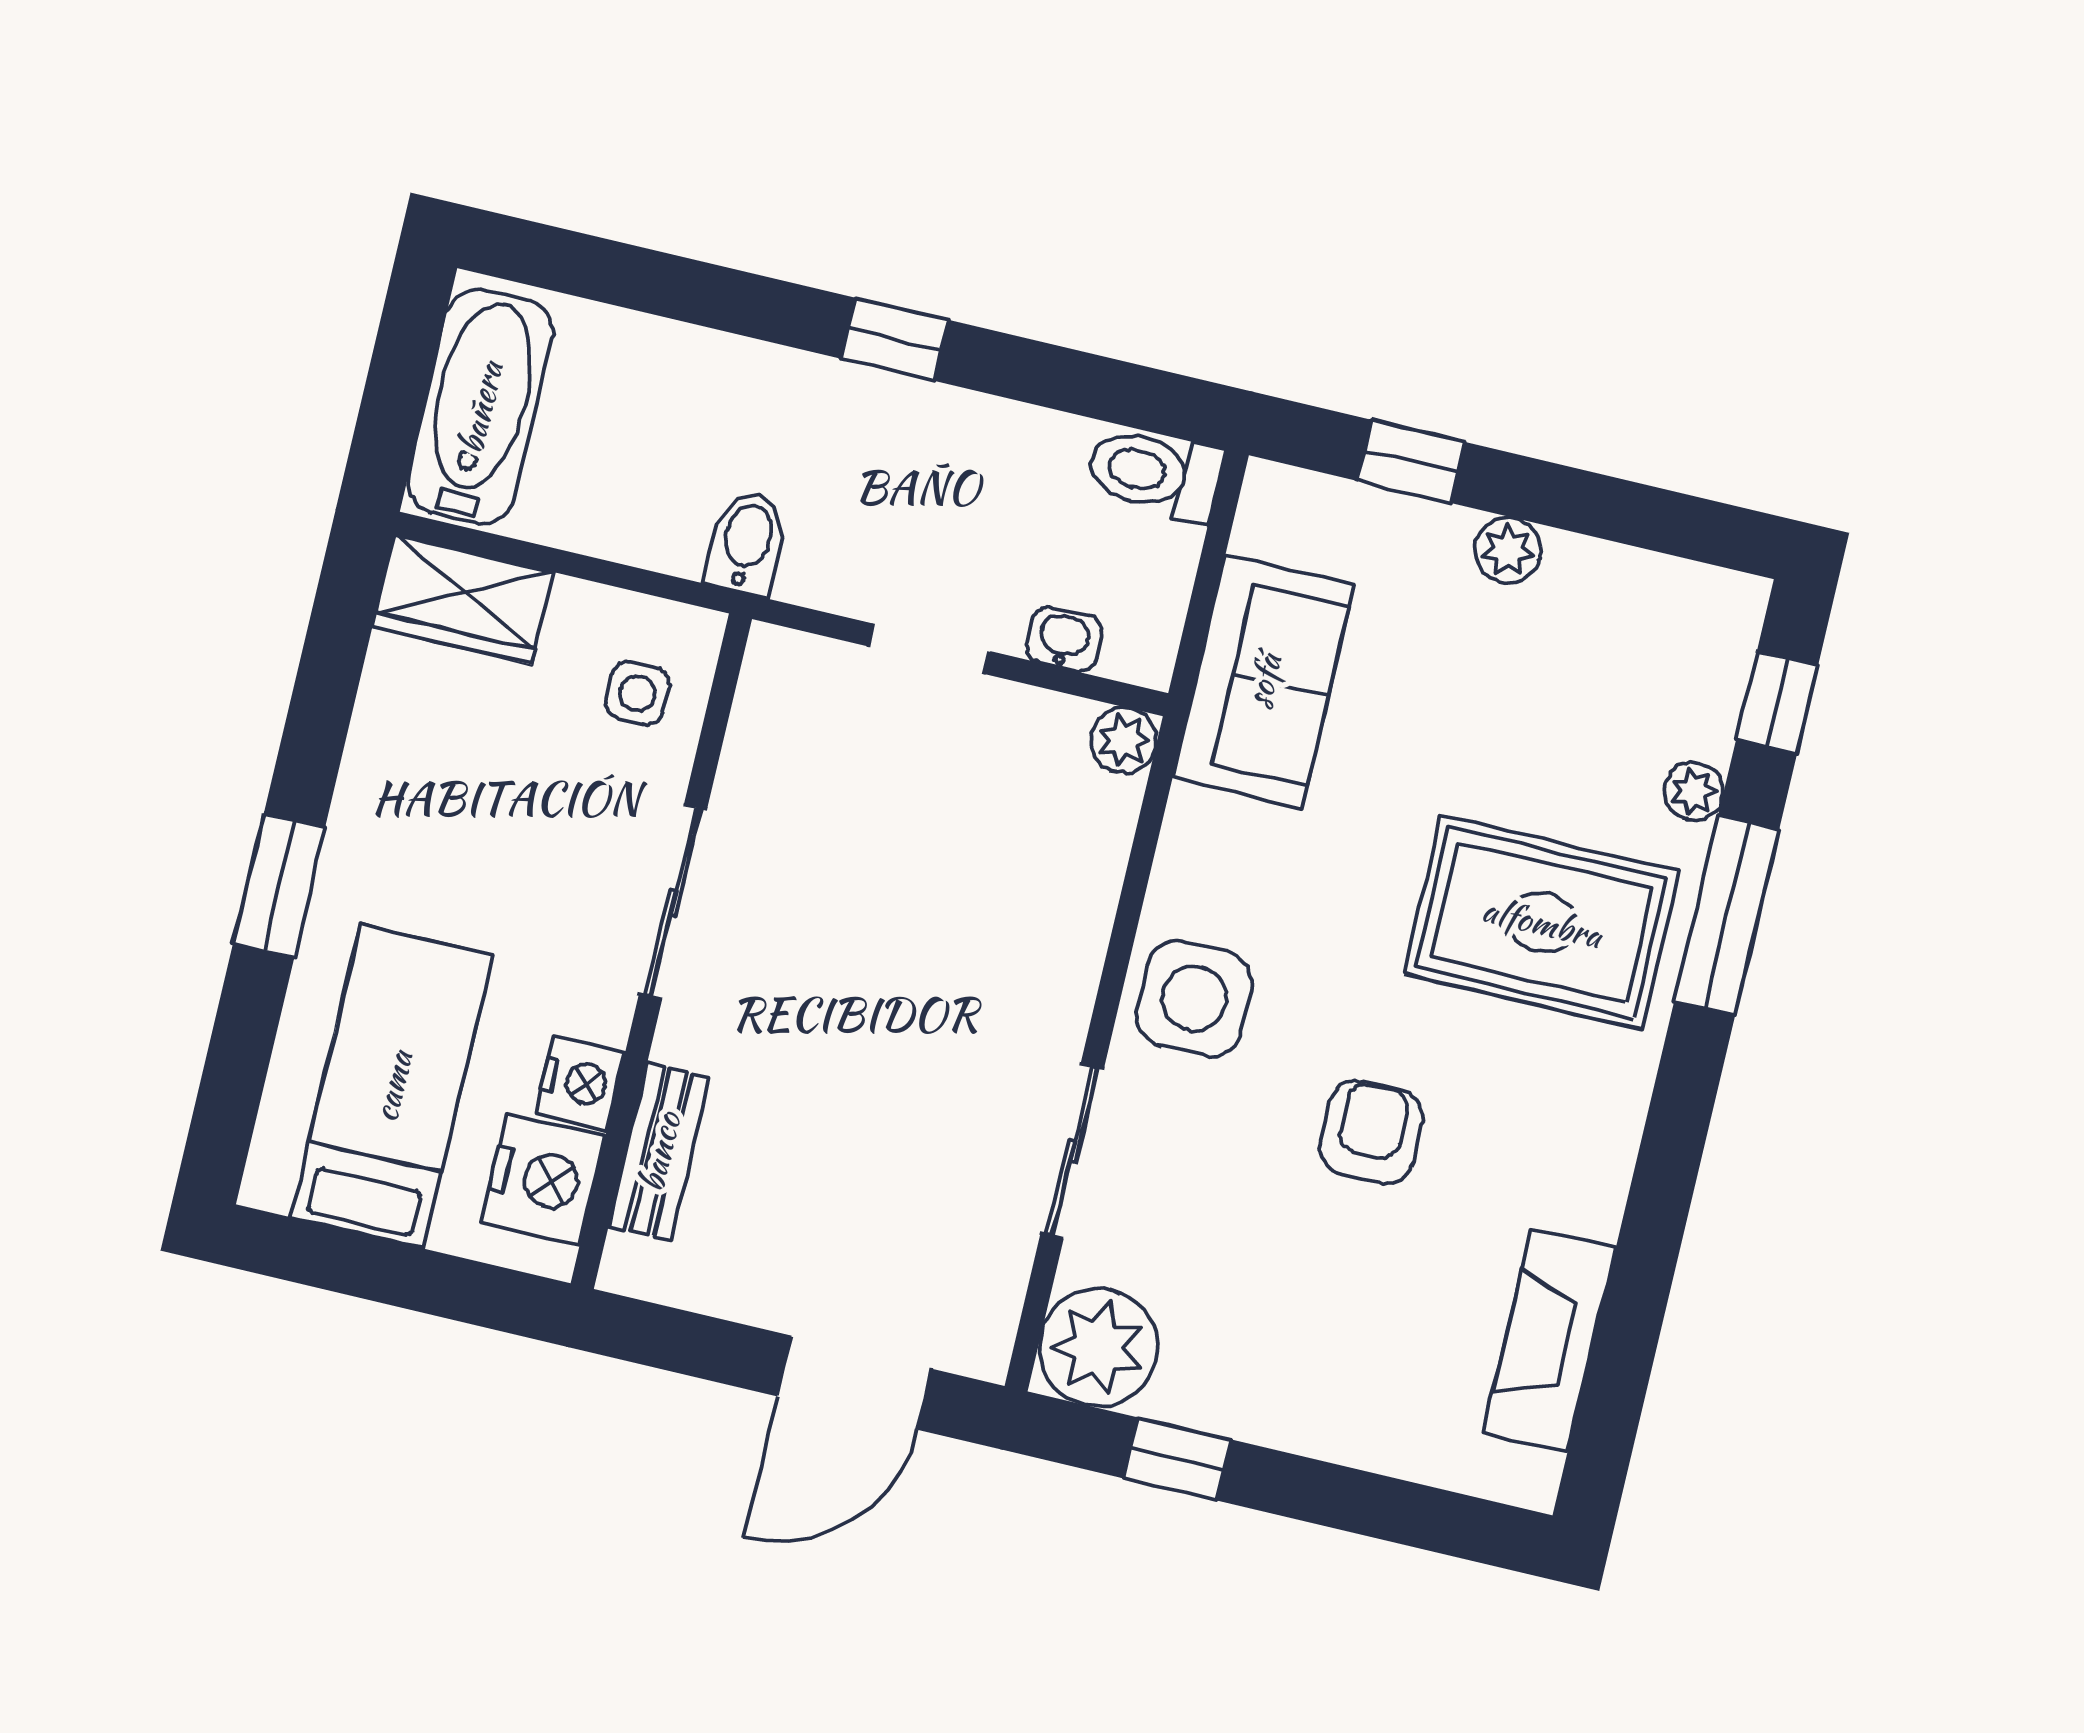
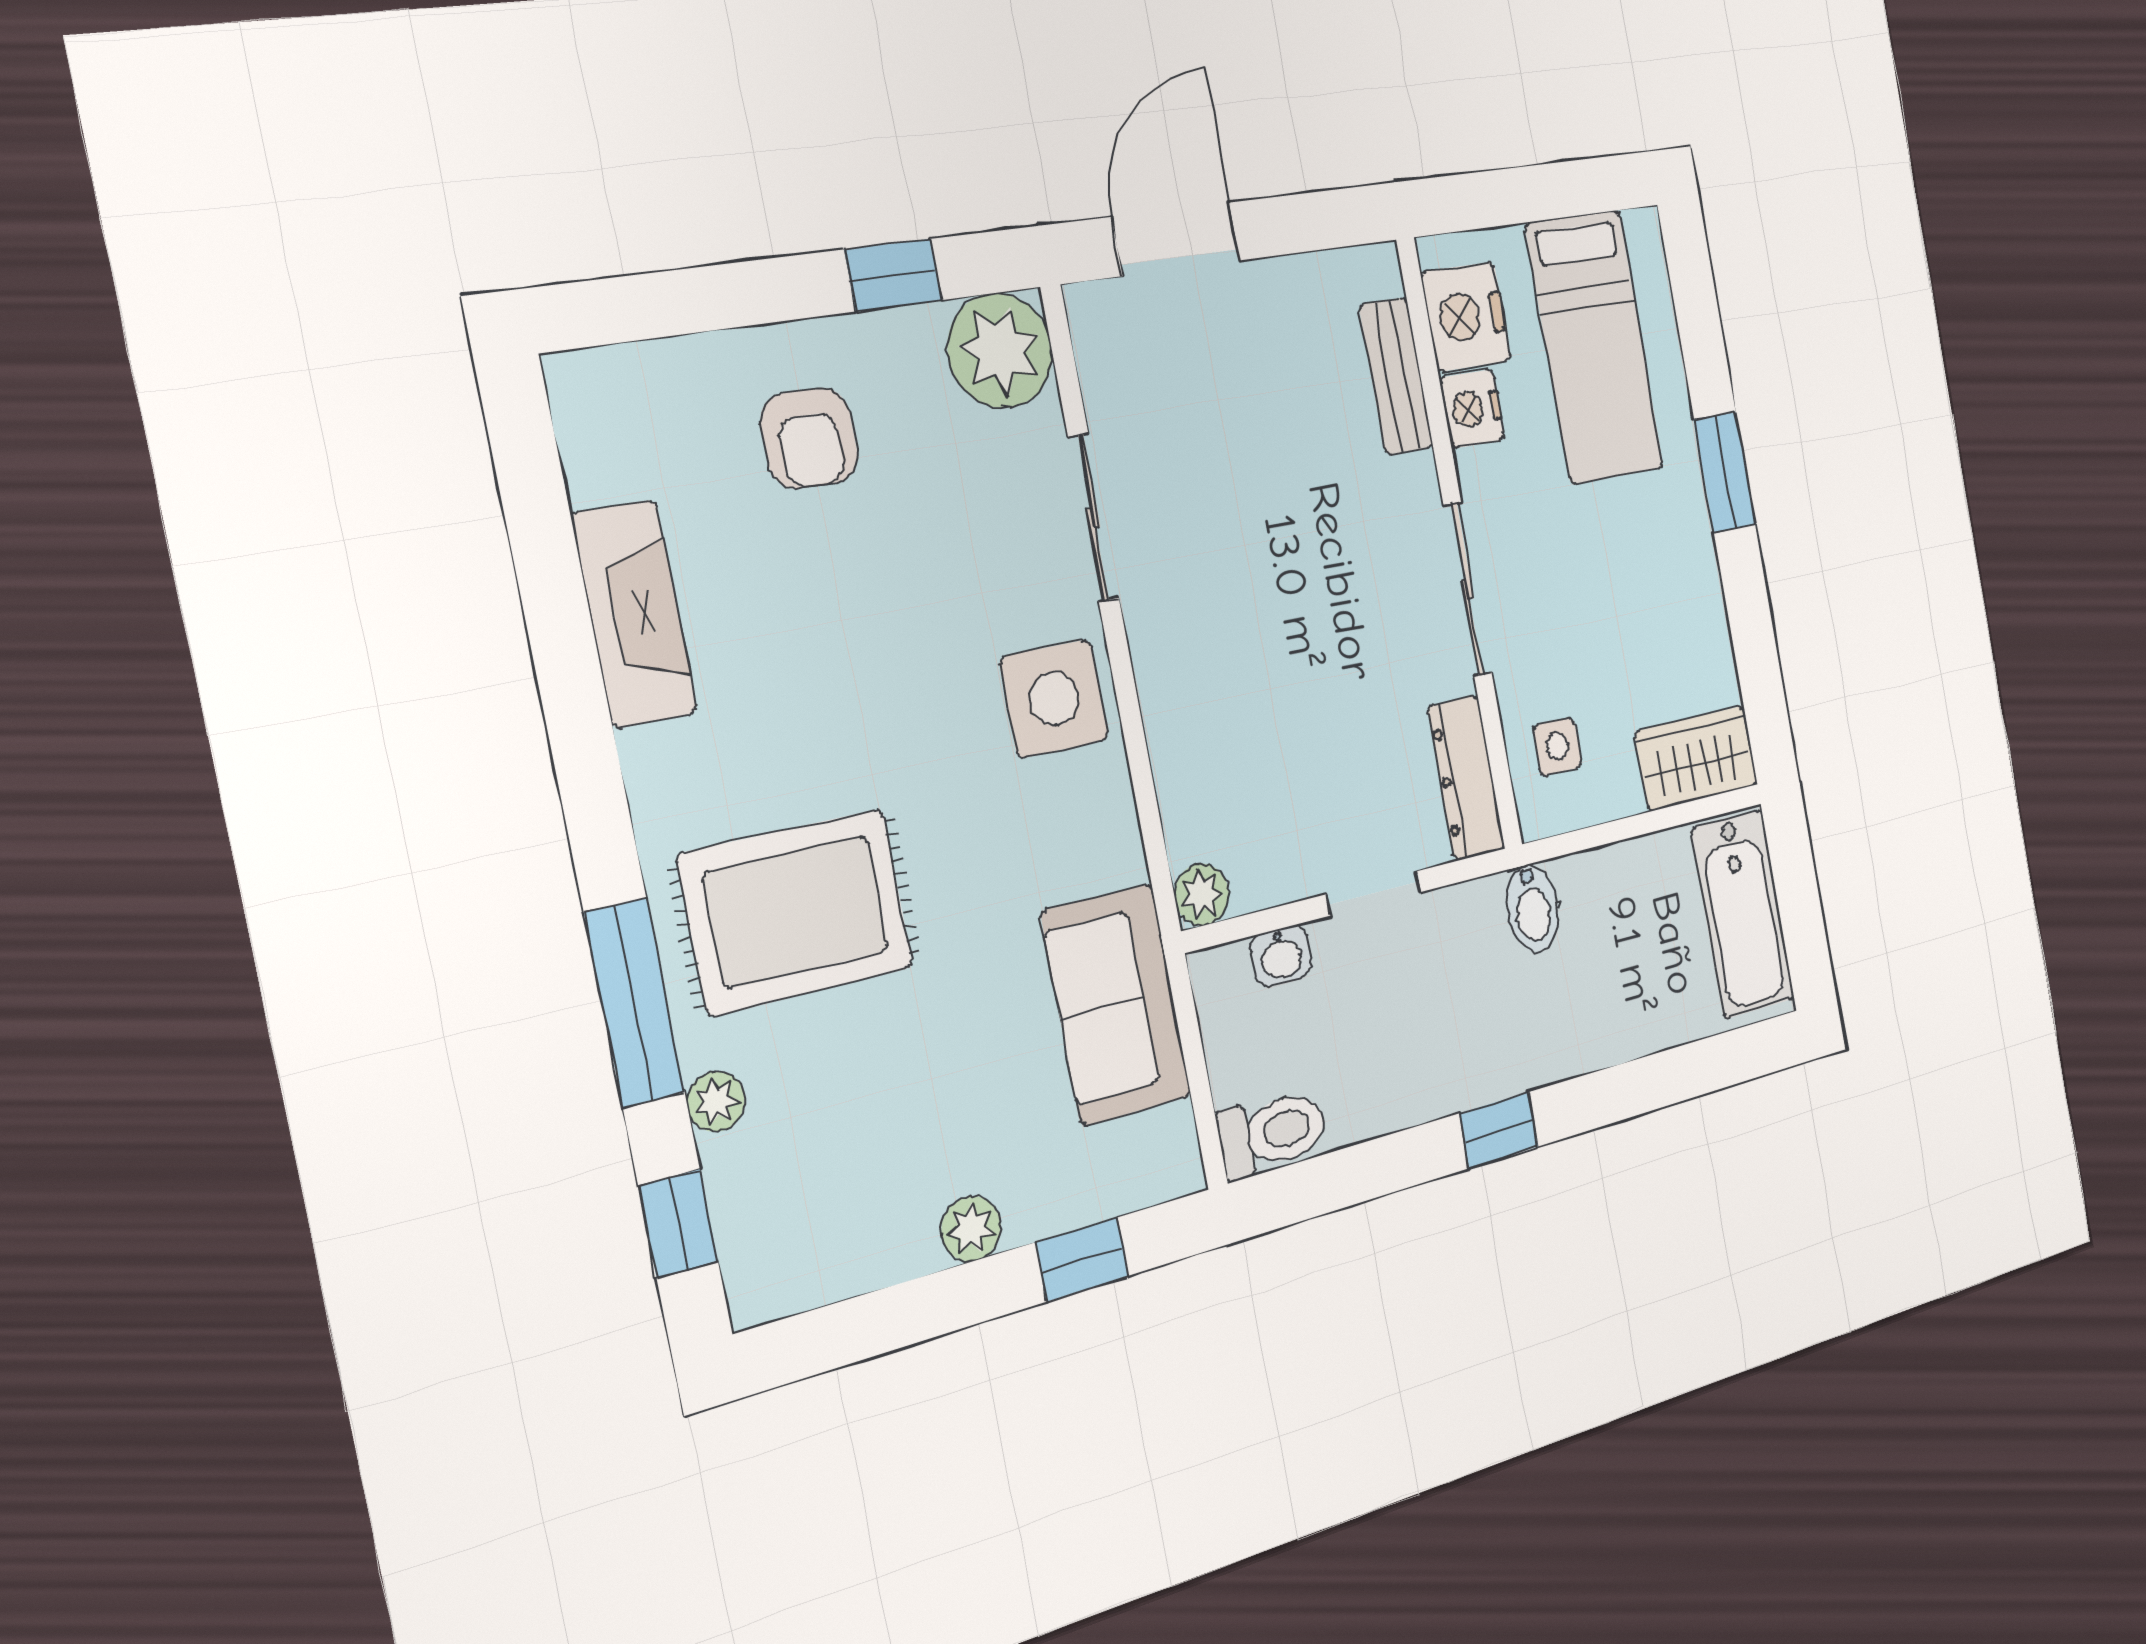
dresser: (765, 712) -> (1466, 778), added
armchair: (1371, 1132) -> (809, 438), moved
fireplace: (1550, 1340) -> (634, 614), moved

